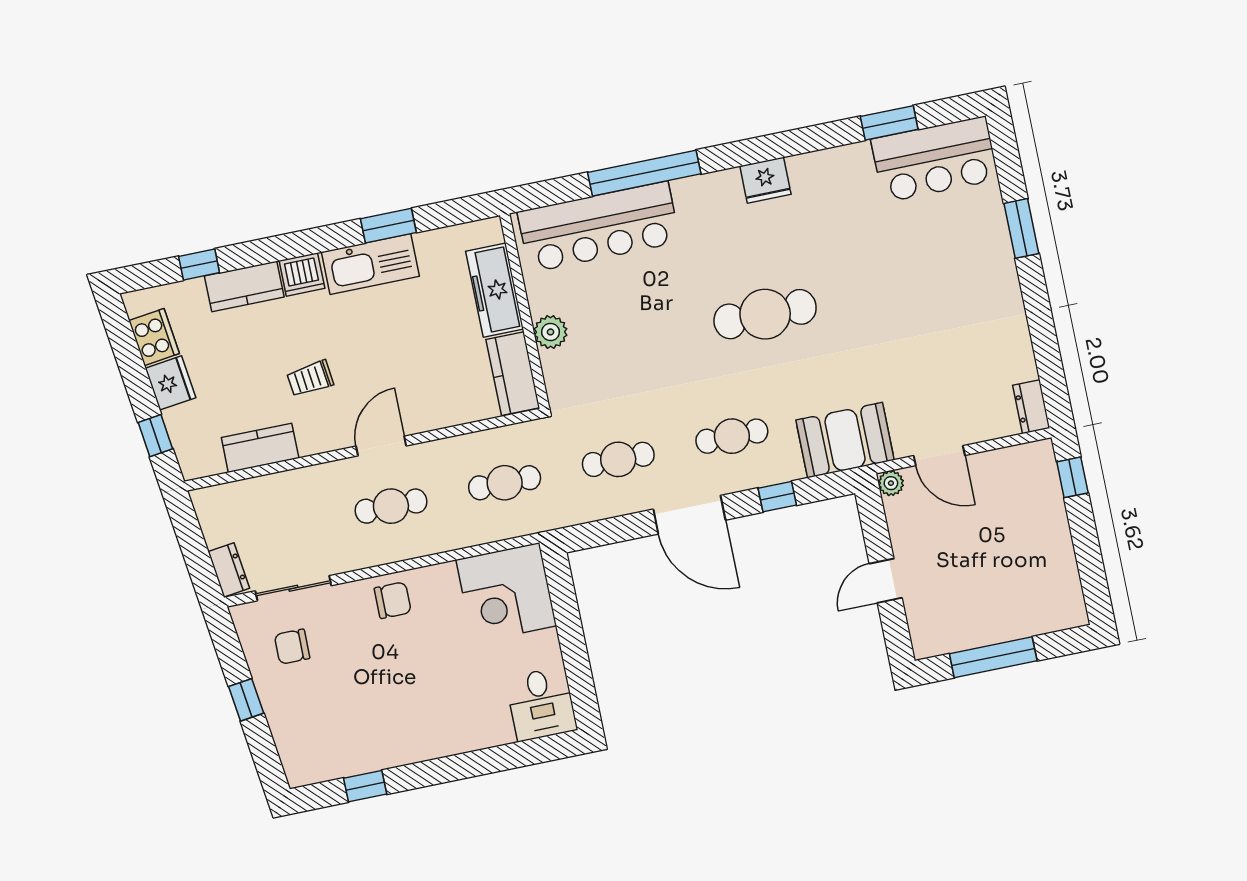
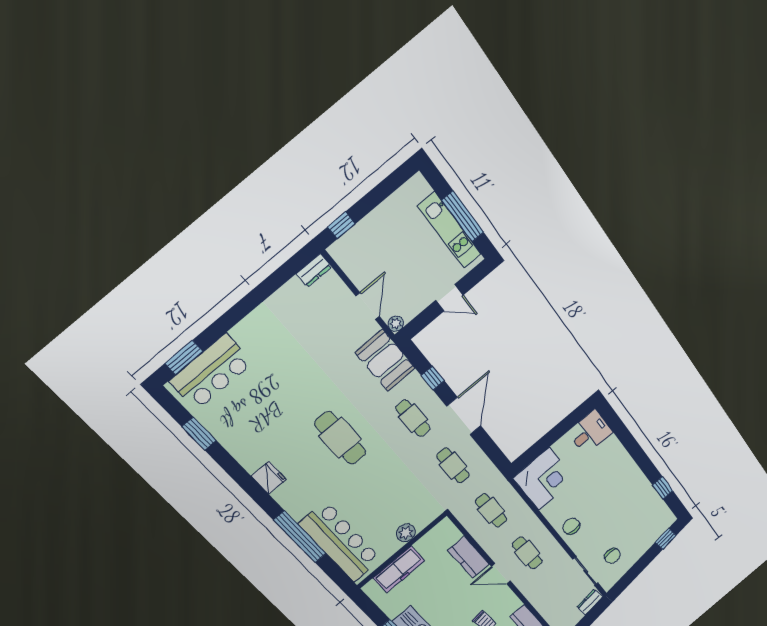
bar counter: (935, 159) -> (211, 372), moved, turned 90
window: (1021, 228) -> (184, 358), moved
kitchen counter: (513, 374) -> (469, 557), moved, turned 90
kitchen unit: (984, 628) -> (450, 230), added
window: (246, 700) -> (666, 539), moved

